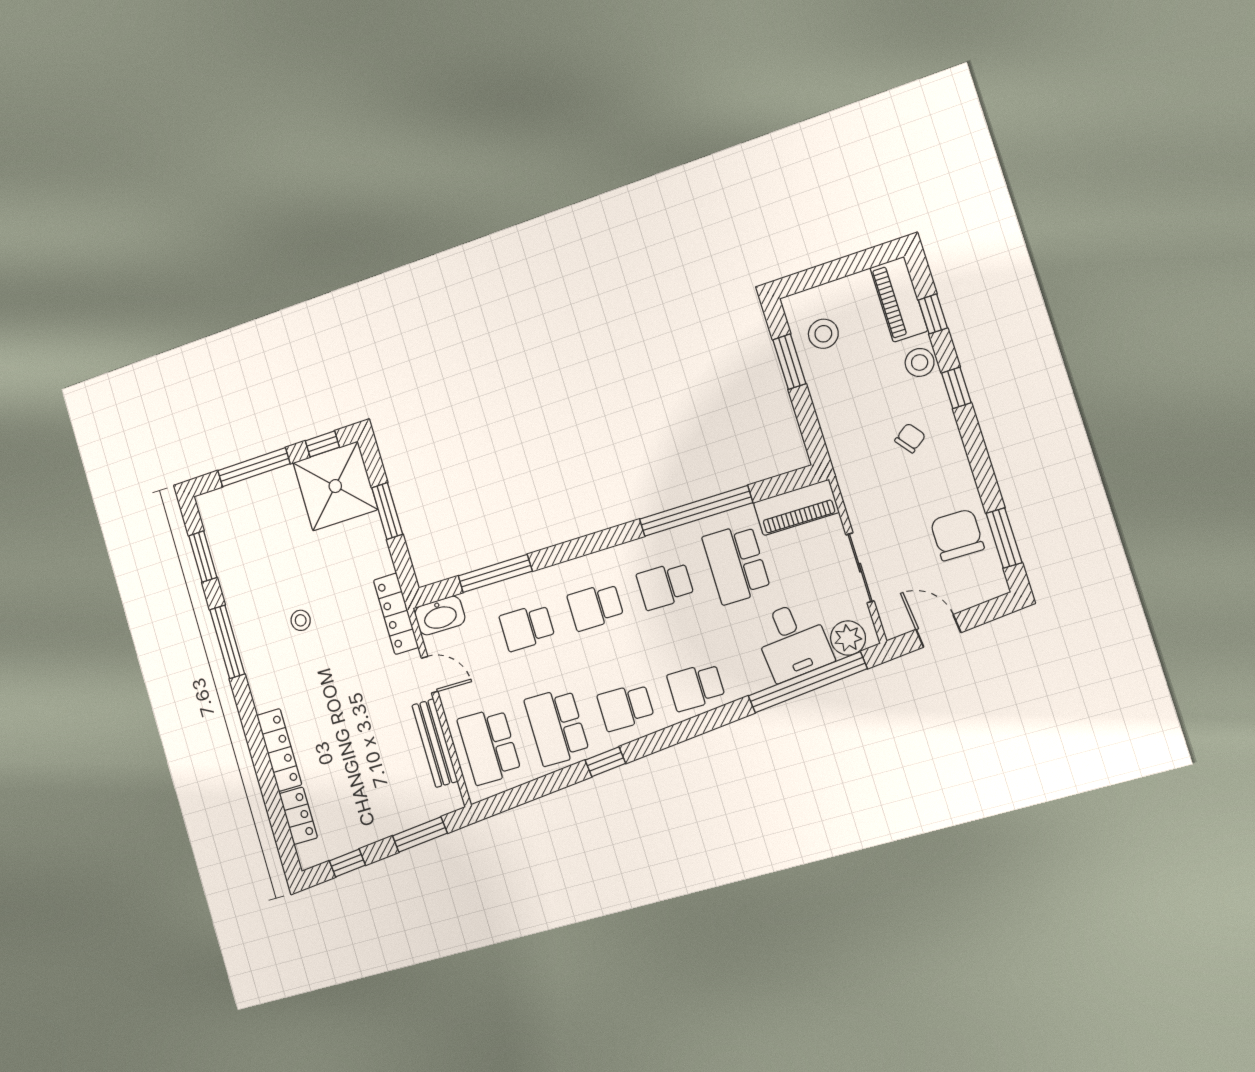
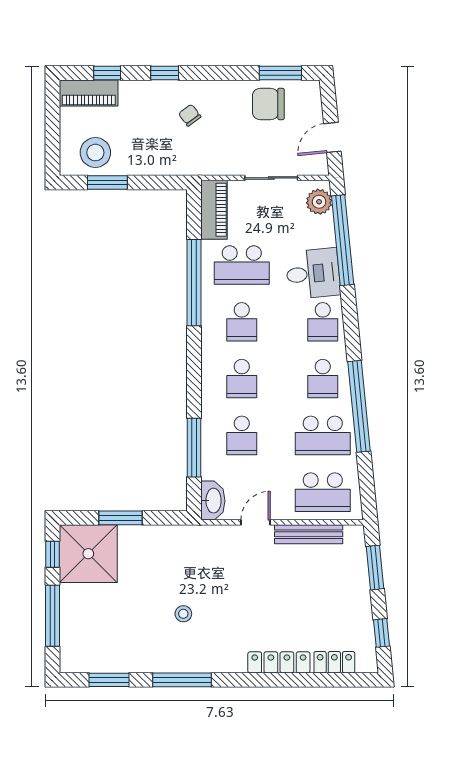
stool: (823, 334) -> (95, 153), width x1.38, depth x1.38
stool: (920, 362) -> (138, 92), removed
locker: (396, 614) -> (201, 535), removed
desk: (793, 641) -> (313, 274), moved
window: (605, 762) -> (359, 406), width x3.17

